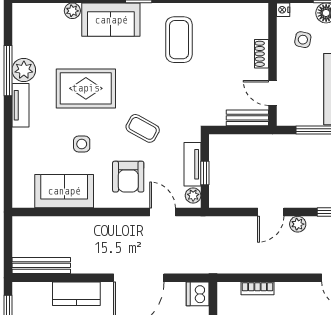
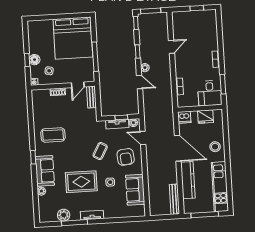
plant: (24, 70) -> (64, 215), moved
rug: (86, 88) -> (81, 182), turned 90
armchair: (128, 177) -> (126, 157), turned 84
door: (163, 212) -> (143, 138), hinge flipped
kitchen counter: (76, 294) -> (188, 180), width x1.50

